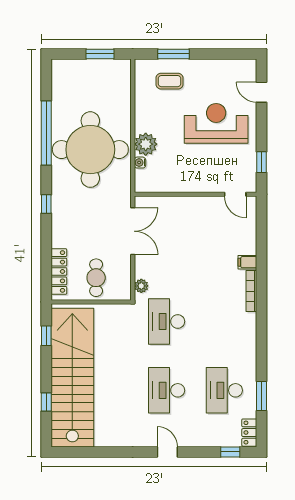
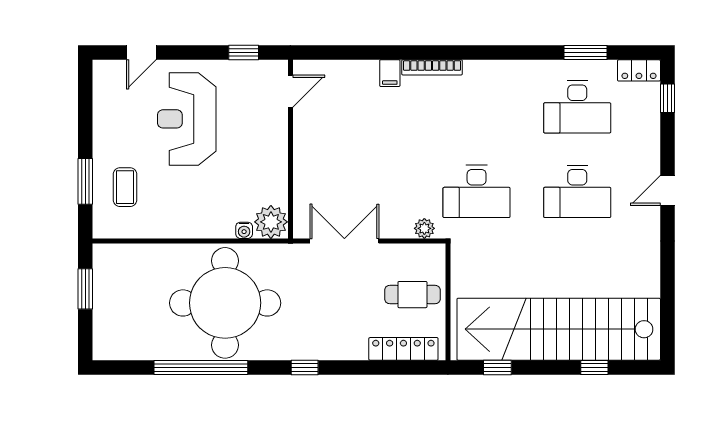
plant: (146, 144) -> (271, 222), moved

